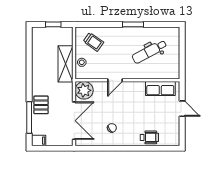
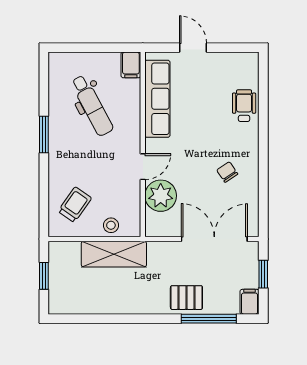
filing cabinet: (172, 74) -> (131, 65), added
door: (115, 80) -> (143, 167), hinge flipped
row of seats: (160, 89) -> (157, 99), width x1.48
plant: (84, 90) -> (161, 196), moved
door: (182, 109) -> (193, 48), hinge flipped
window: (54, 148) -> (263, 274), added

